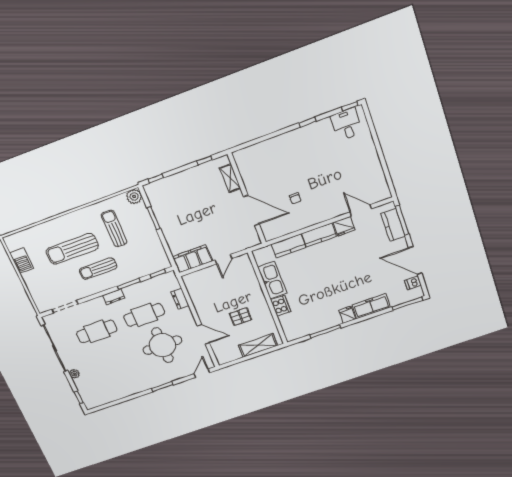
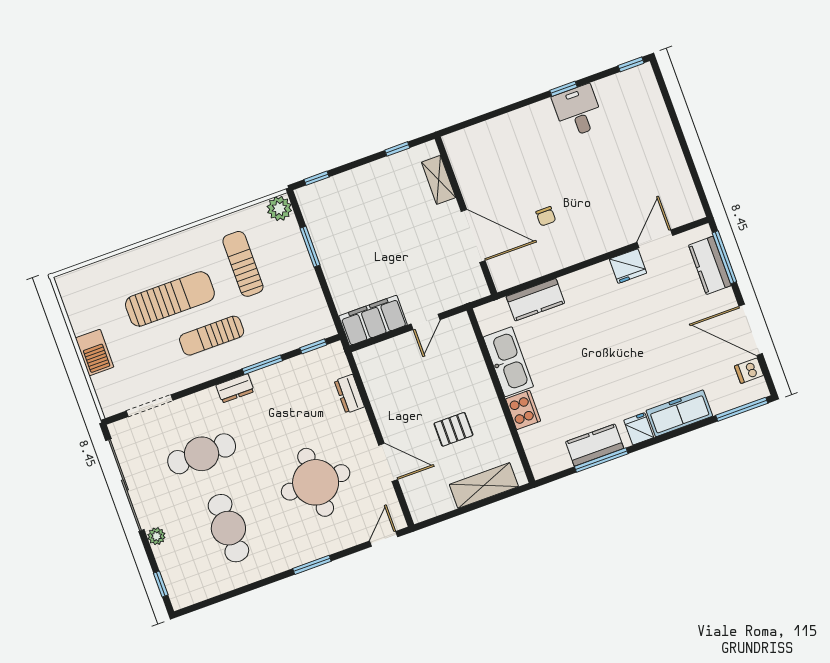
desk: (347, 124) -> (578, 111), moved
door: (361, 210) -> (655, 239), hinge flipped
kitchen counter: (319, 235) -> (595, 445), moved, turned 180
sun lounger: (72, 249) -> (170, 299), turned 180
barbecue: (21, 260) -> (95, 353), moved
cafe table: (144, 315) -> (228, 528), moved, turned 90

